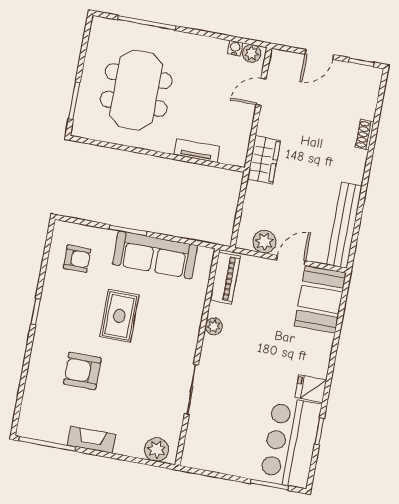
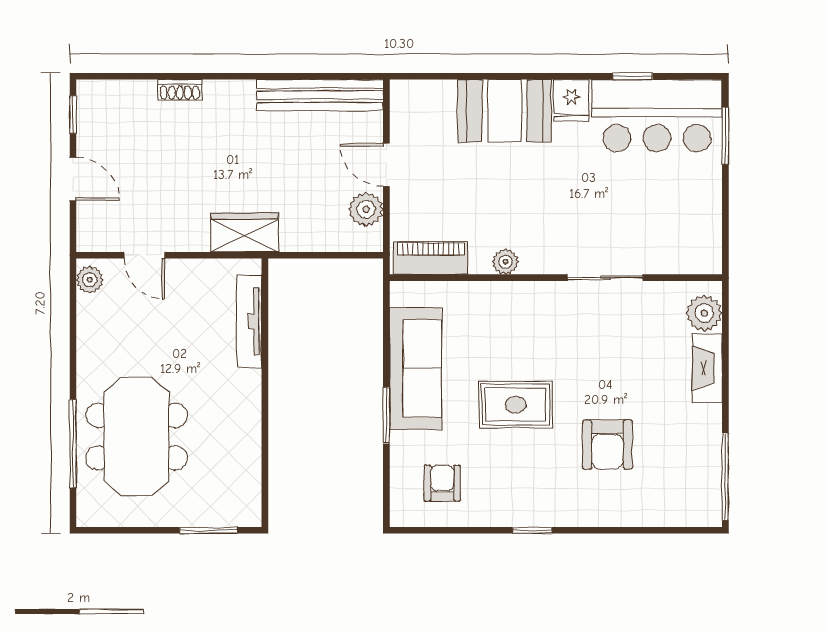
water cooler: (235, 48) -> (86, 306), removed
meeting table: (136, 90) -> (136, 437), moved, turned 90
tv unit: (197, 151) -> (249, 321), width x1.41
booth: (320, 299) -> (505, 111), moved
fireplace: (92, 440) -> (707, 368), moved

